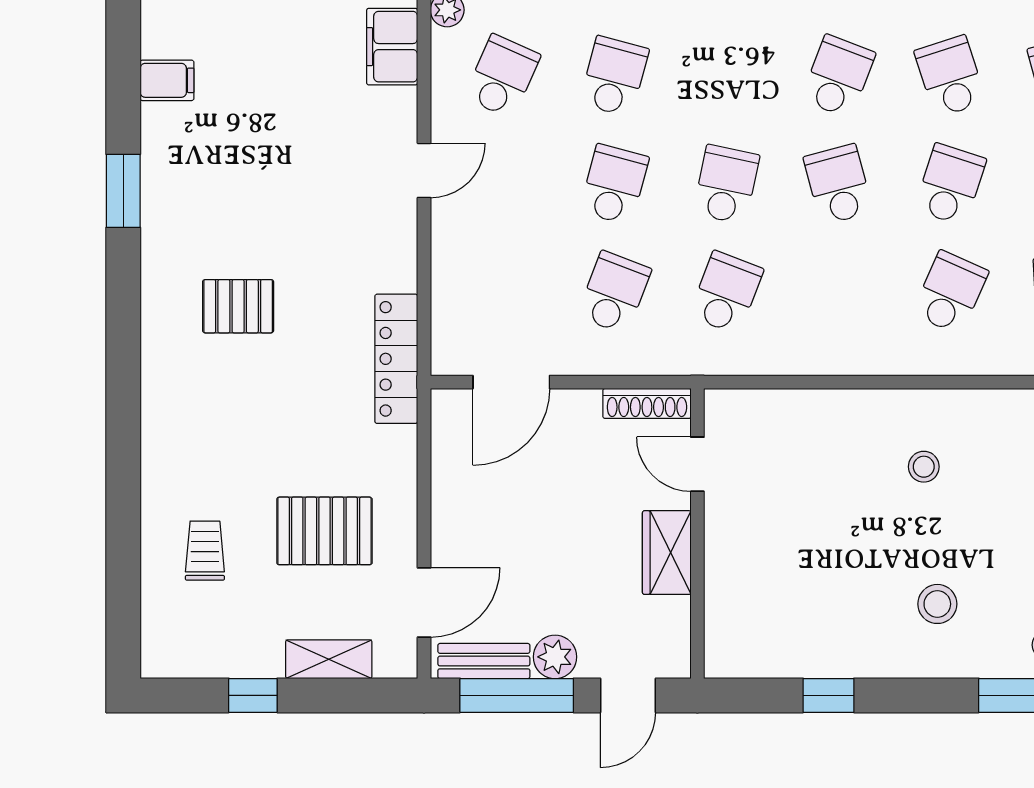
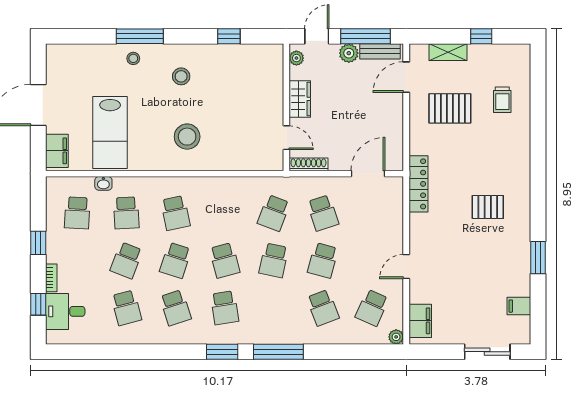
school desk: (614, 76) -> (323, 308), turned -36
school desk: (838, 76) -> (225, 308), turned -30
school desk: (614, 293) -> (323, 213), turned -39
school desk: (950, 293) -> (175, 213), turned -36
stool: (924, 467) -> (187, 137), width x1.89, depth x1.89
plant: (674, 646) -> (296, 58), added

